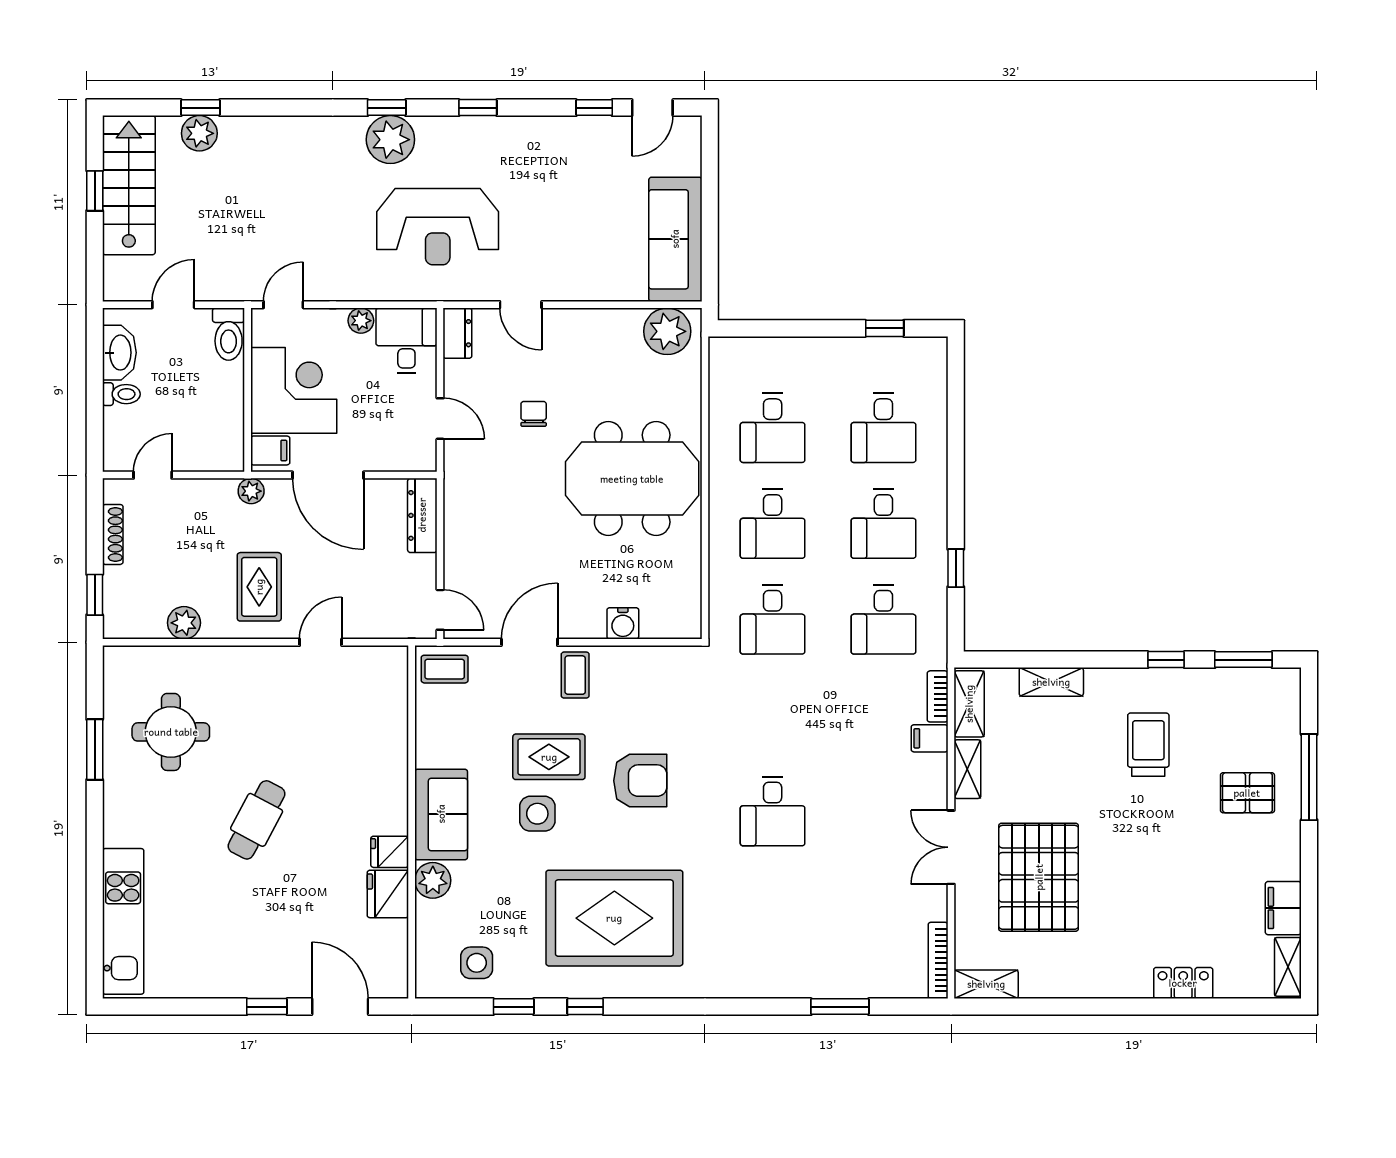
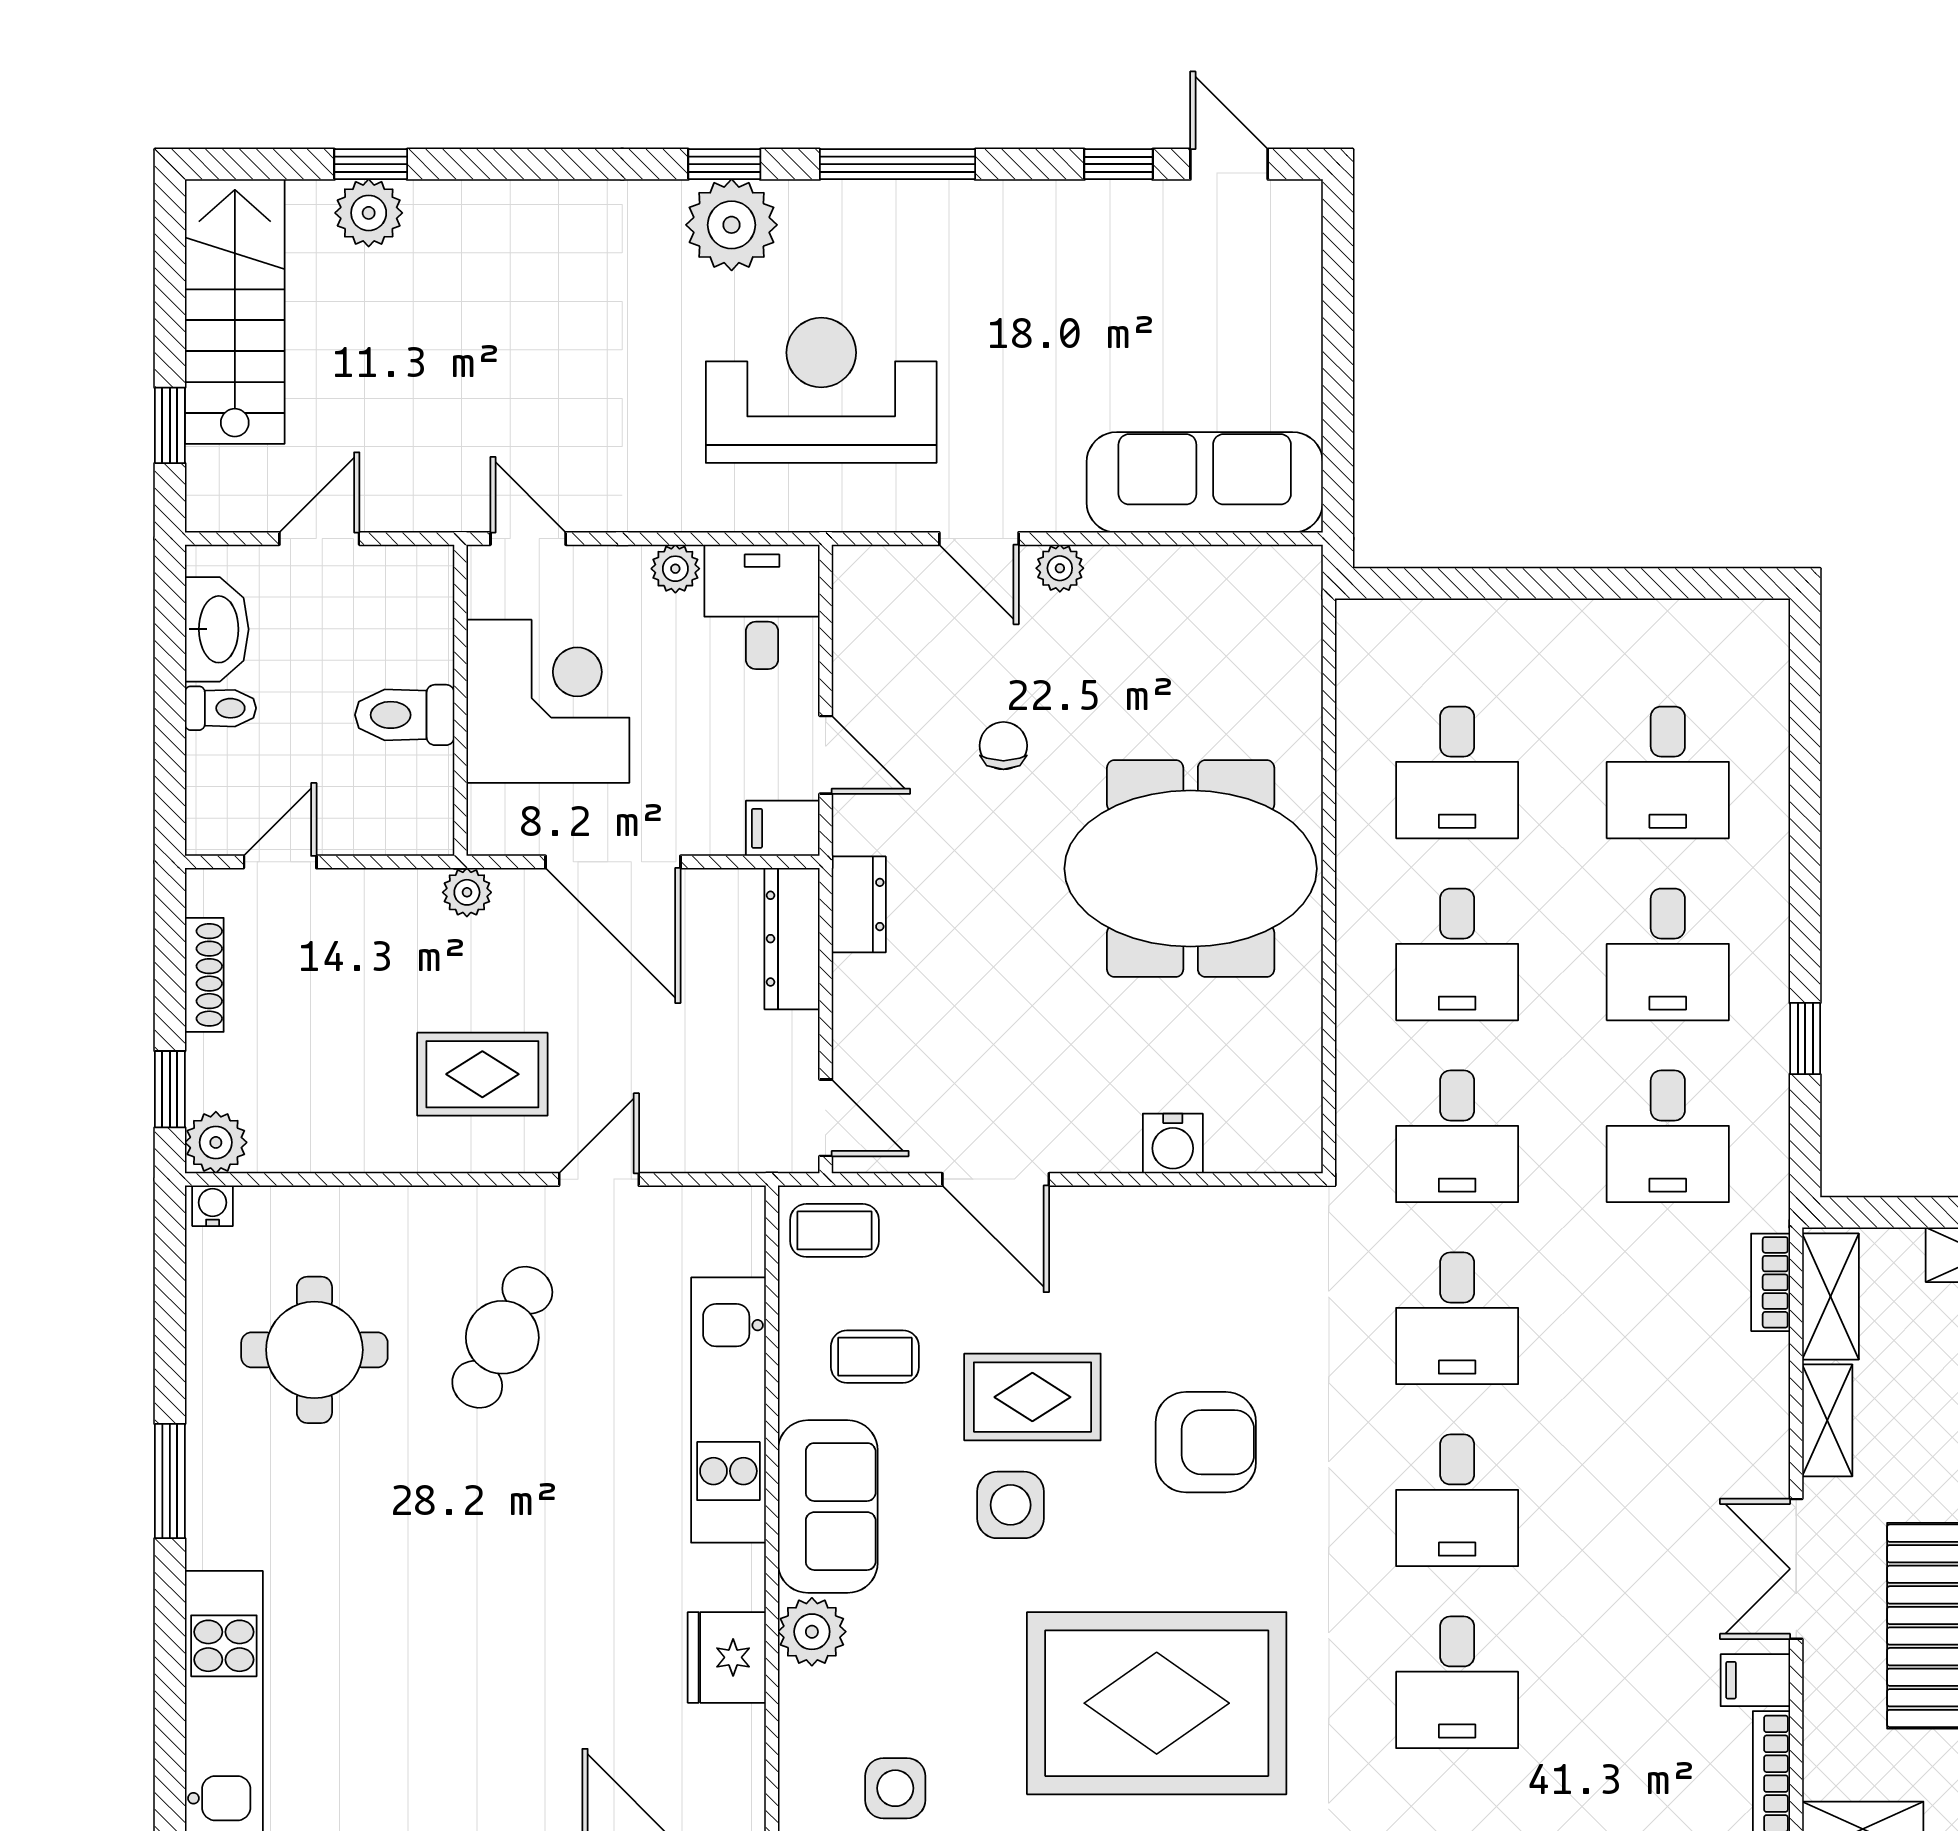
window: (478, 108) -> (897, 164), width x2.17
door: (652, 108) -> (1229, 164), swing flipped
window: (95, 191) -> (170, 425), moved
reception desk: (438, 227) -> (821, 390), turned 180
sofa: (675, 239) -> (1205, 482), moved, turned 90
door: (283, 305) -> (528, 539), hinge flipped
window: (885, 328) -> (1670, 583), removed
plant: (667, 331) -> (1060, 568), moved, width x0.53, depth x0.53
dresser: (457, 333) -> (859, 904), moved
toilet: (229, 334) -> (405, 715), moved, turned 90
filing cabinet: (270, 450) -> (783, 828), moved, turned 180
rug: (259, 587) -> (482, 1074), turned 90
plant: (184, 623) -> (216, 1142), moved
door: (529, 642) -> (996, 1179), swing flipped
water cooler: (117, 656) -> (213, 1206), added
coffee table: (575, 675) -> (875, 1357), moved, turned 90
desk: (773, 715) -> (1457, 1318), added
filing cabinet: (930, 738) -> (1755, 1680), moved
window: (95, 750) -> (170, 1481), moved
kitchen unit: (389, 764) -> (728, 1410), added
cafe table: (257, 820) -> (502, 1337), moved
fridge: (390, 852) -> (730, 1577), removed
desk: (773, 907) -> (1457, 1682), added

